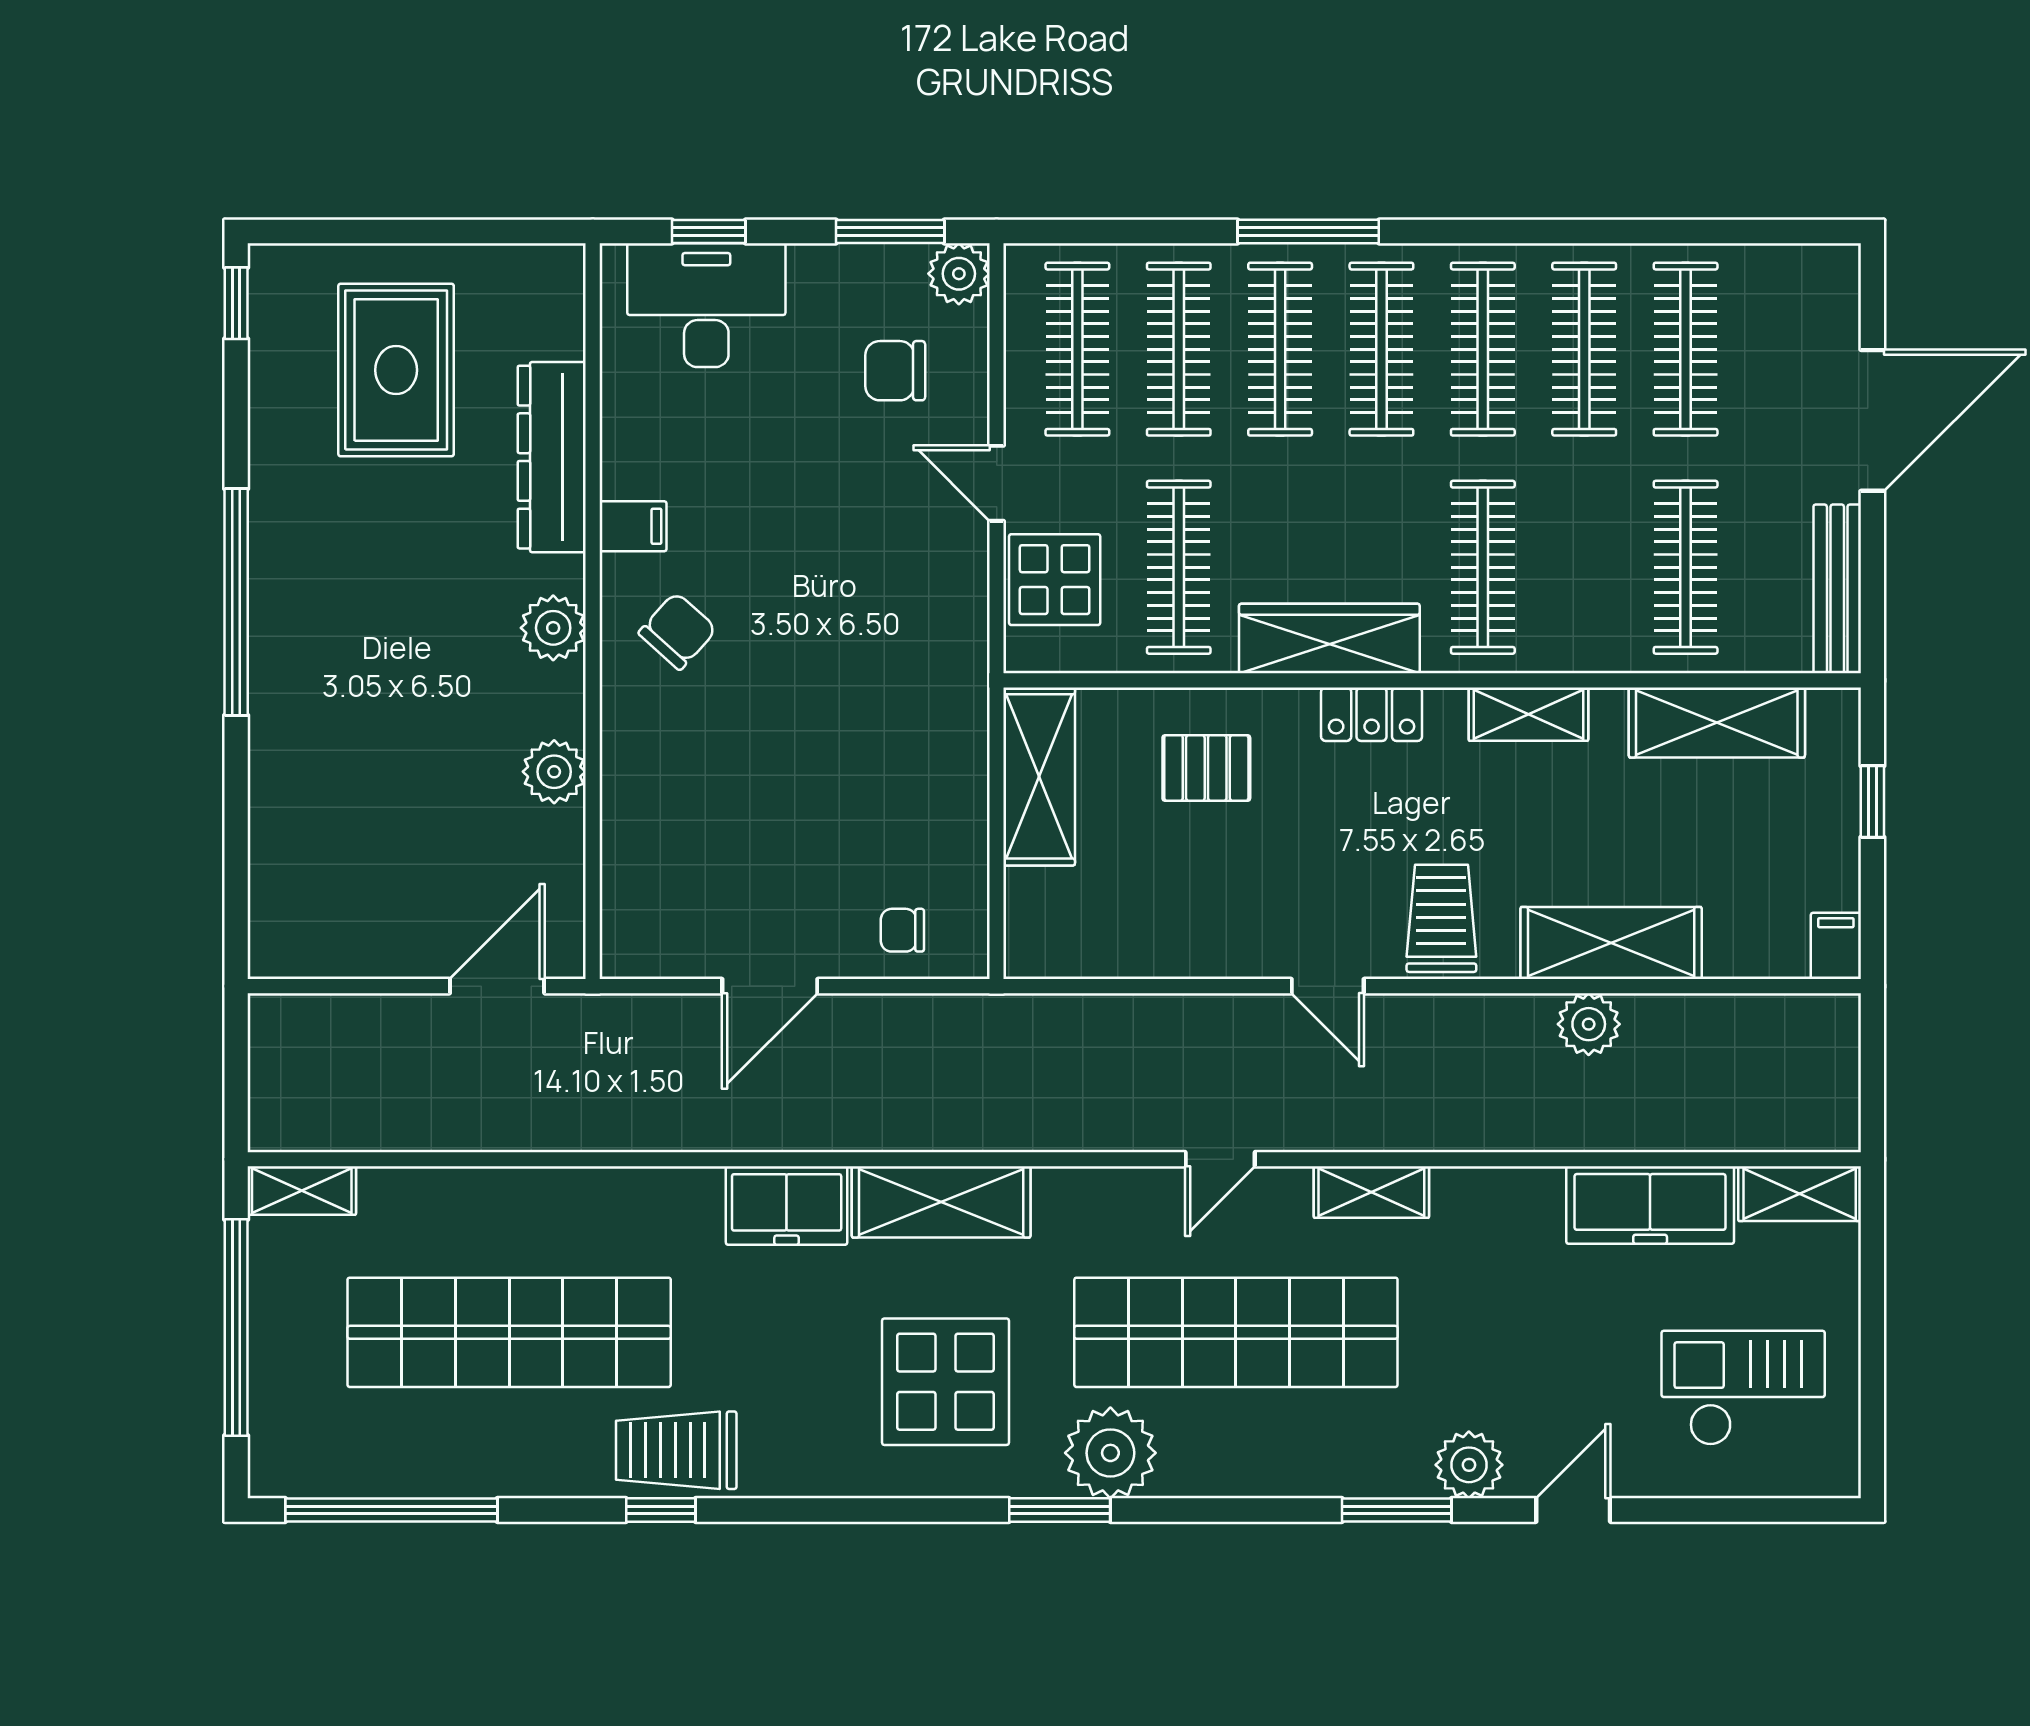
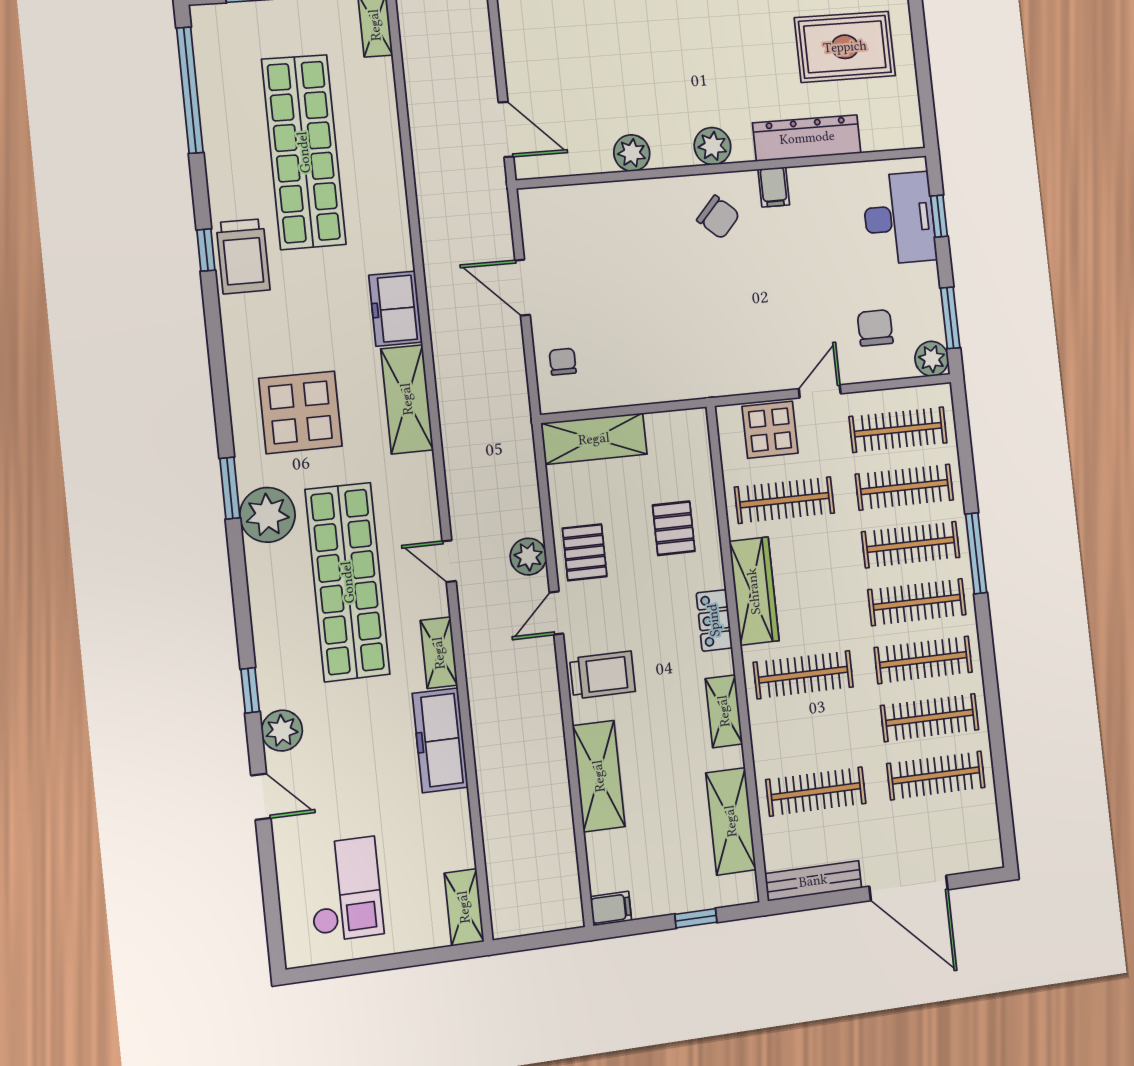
shelving: (1039, 776) -> (594, 439), moved
pallet: (1230, 927) -> (585, 552), added
plant: (1589, 1024) -> (528, 557), moved
freezer: (1650, 1205) -> (440, 740), moved
trolley: (676, 1450) -> (243, 256), turned 180
window: (1397, 1510) -> (250, 690), width x0.67

